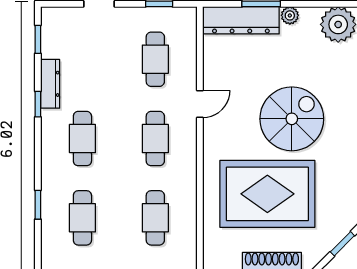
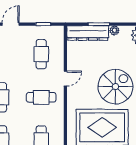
cafe table: (155, 139) -> (41, 97), turned 90

